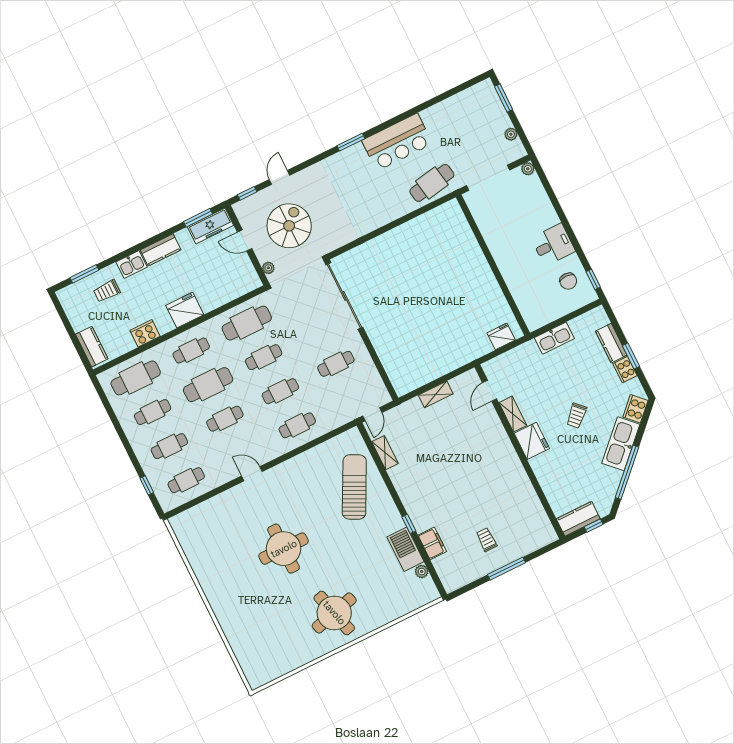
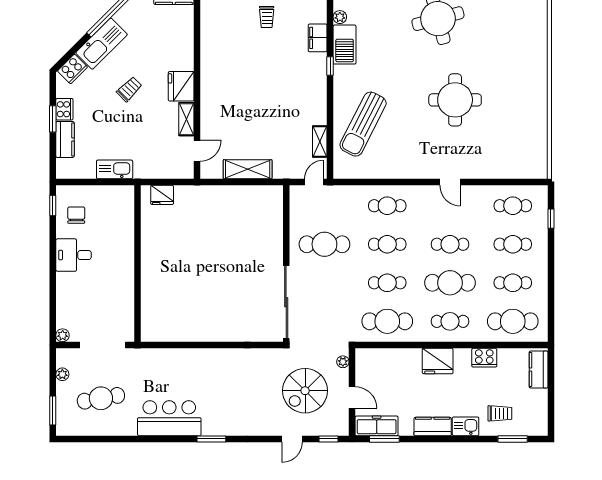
cafe table: (432, 183) -> (101, 398), moved
cafe table: (336, 364) -> (324, 244), width x1.37, depth x1.35
shelving: (436, 394) -> (248, 169), width x1.50, depth x1.33

